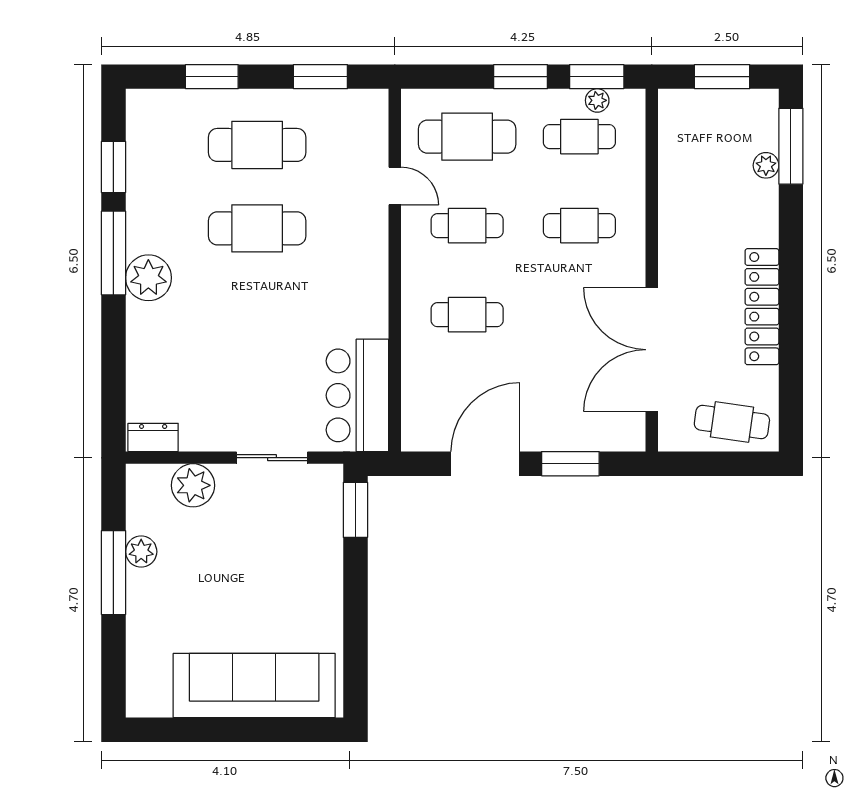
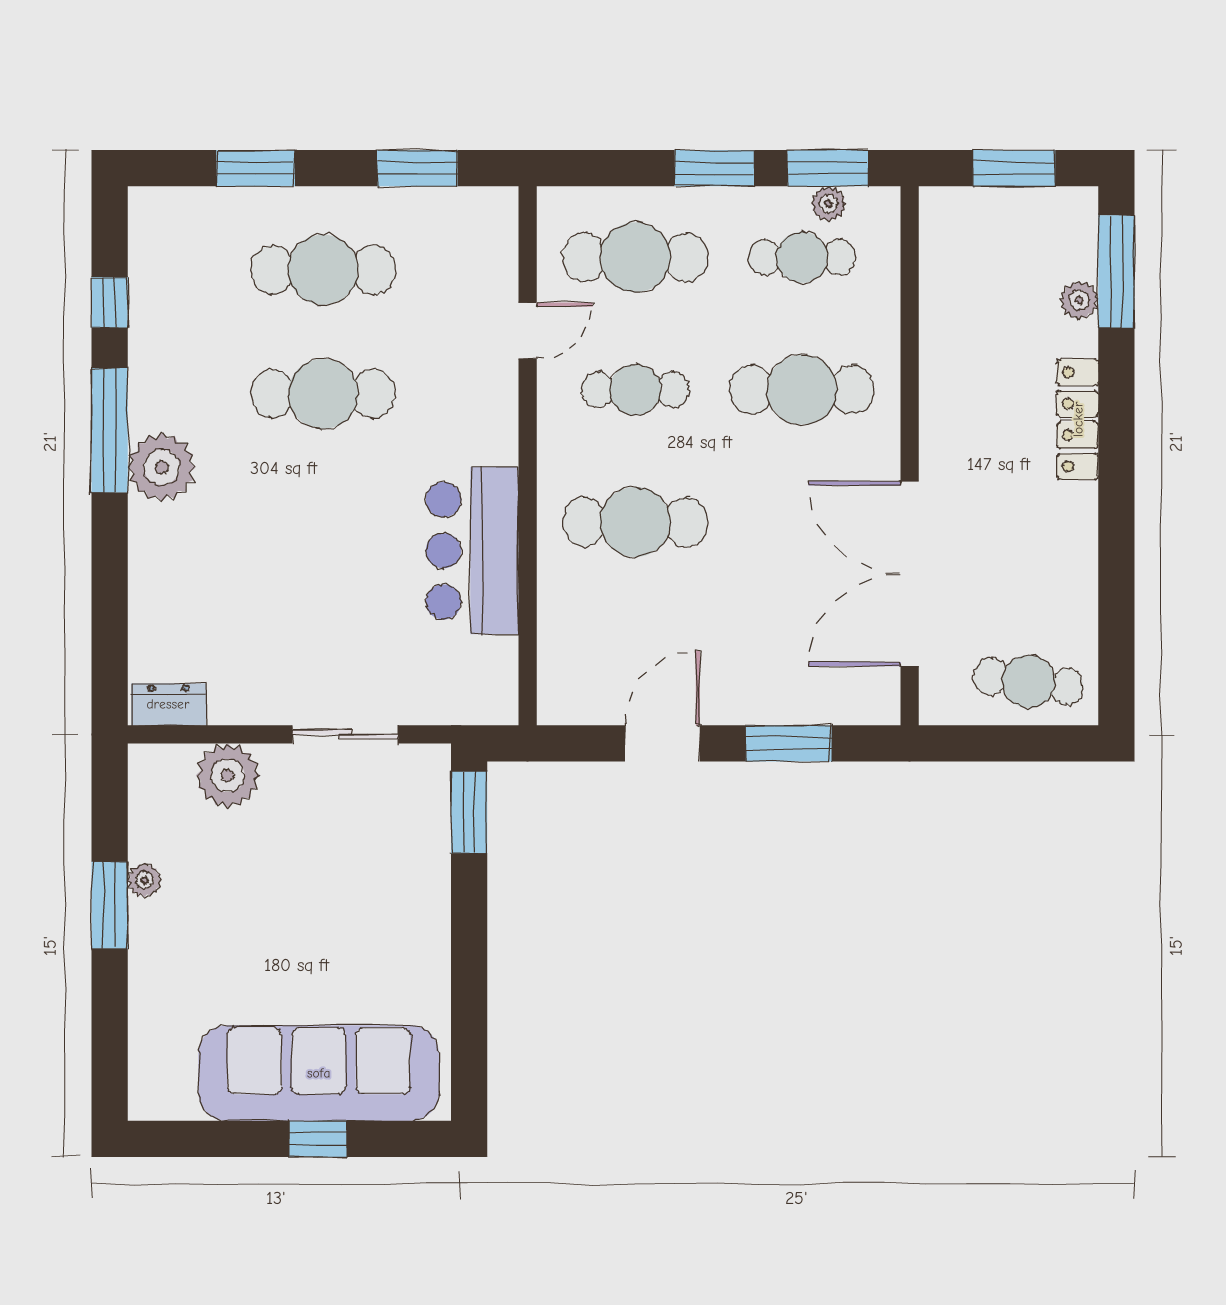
window: (113, 167) -> (110, 302), width x0.67
door: (395, 186) -> (528, 331), hinge flipped
cafe table: (579, 226) -> (802, 390), width x1.37, depth x1.35
locker: (762, 307) -> (1078, 419), moved, width x0.71, depth x0.83
cafe table: (467, 315) -> (635, 522), width x1.37, depth x1.35
bar counter: (357, 395) -> (472, 551), moved
door: (485, 464) -> (662, 743), width x0.73
plant: (141, 552) -> (144, 880), width x0.73, depth x0.73
window: (113, 573) -> (110, 905), width x0.69
window: (254, 730) -> (318, 1139), added

